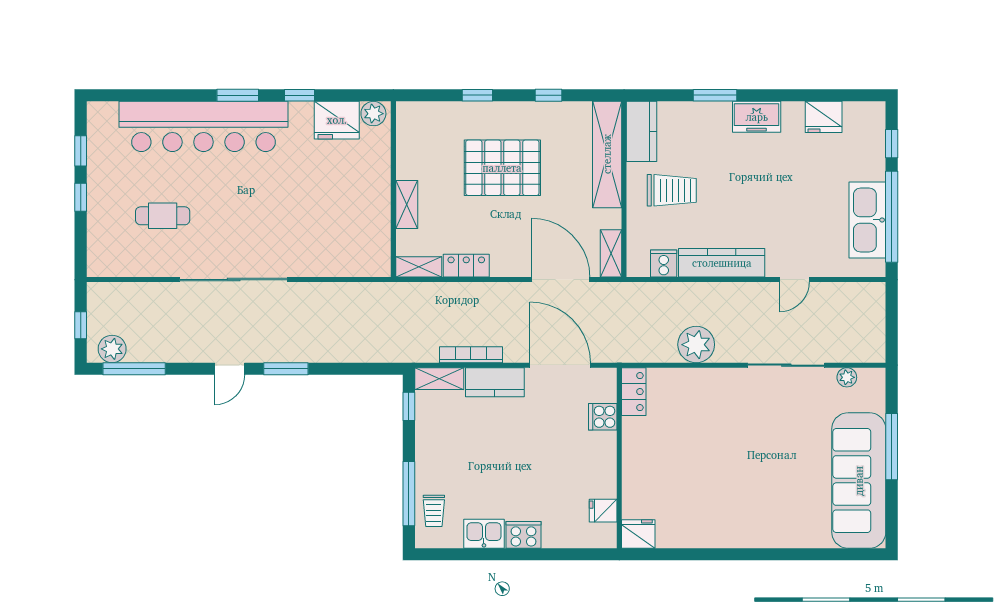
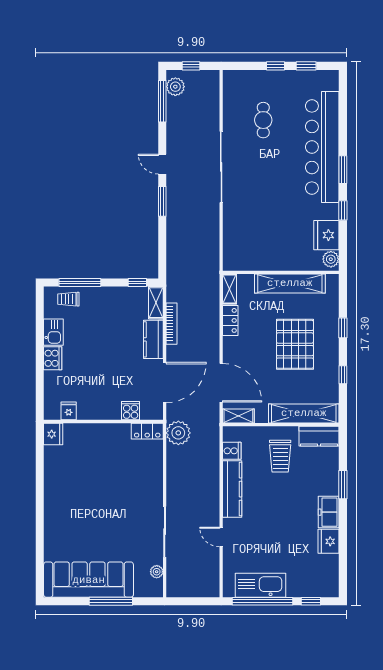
fridge: (824, 117) -> (329, 541), moved
shelving: (407, 205) -> (290, 283), width x2.20, depth x1.33
door: (561, 280) -> (221, 383), hinge flipped
plant: (696, 345) -> (178, 433), moved

